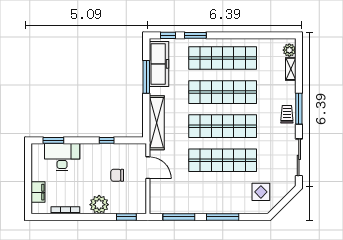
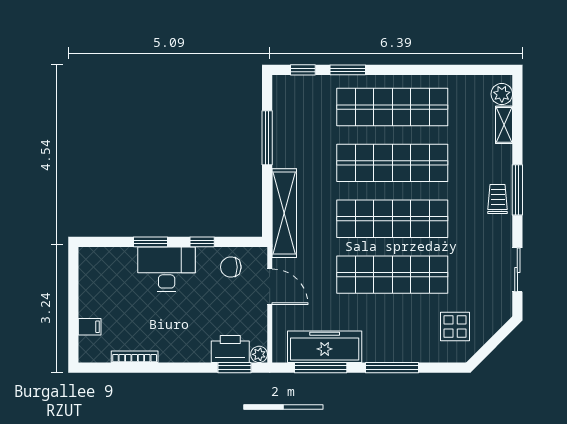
freezer: (159, 64) -> (325, 347), moved, turned -90
window: (53, 140) -> (150, 242), moved
desk: (62, 157) -> (167, 269), moved
sliding door: (299, 157) -> (517, 270), width x0.73
chair: (117, 175) -> (231, 267), moved
filing cabinet: (38, 192) -> (90, 327), width x0.50
plant: (99, 205) -> (259, 354), moved, width x0.53, depth x0.53
printer: (124, 206) -> (230, 349), added

